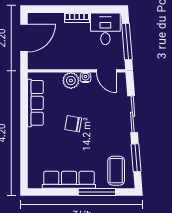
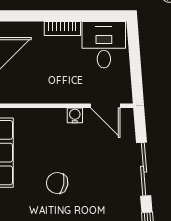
window: (127, 41) -> (135, 63), removed
plant: (71, 81) -> (54, 120), removed

